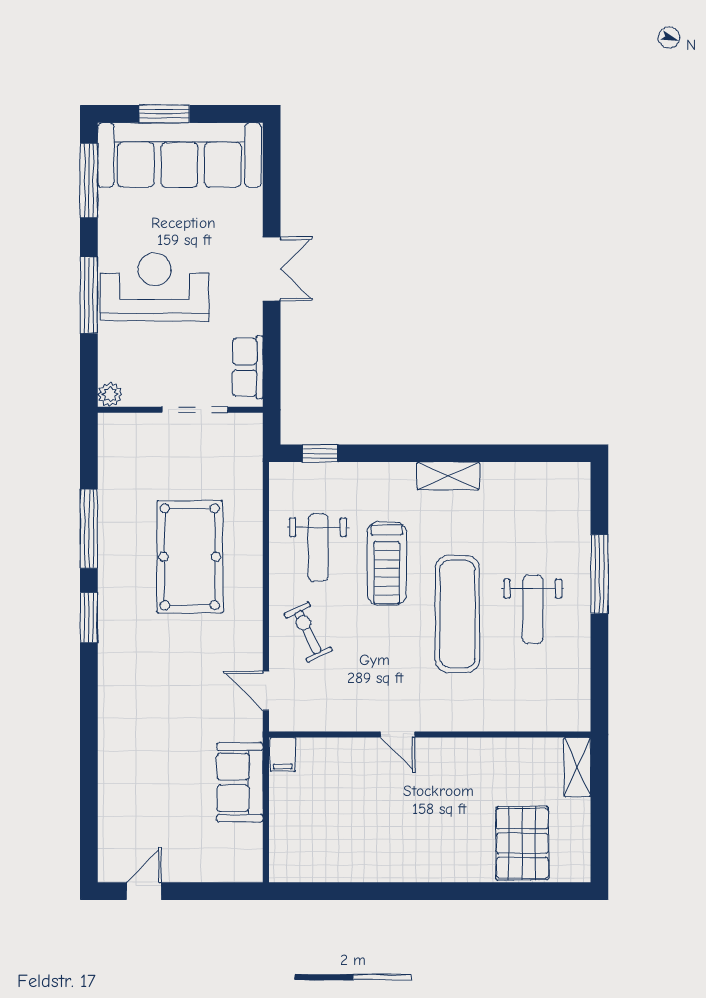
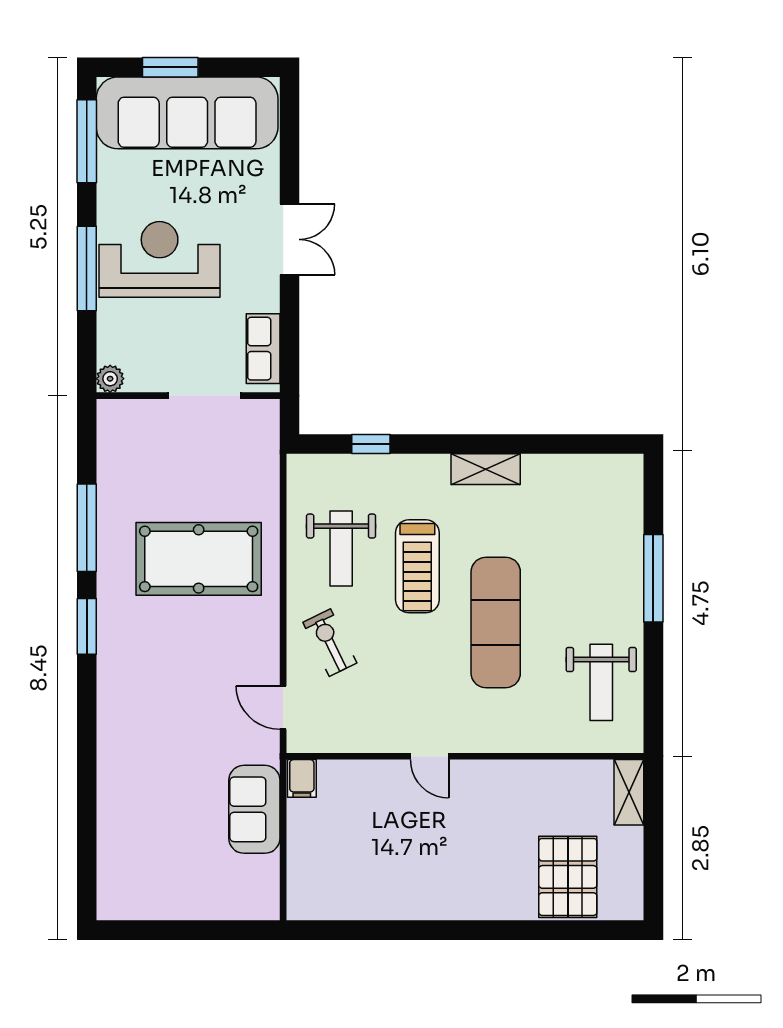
window: (320, 453) -> (371, 444), moved
pool table: (190, 557) -> (199, 559), turned 90
weight bench: (533, 609) -> (601, 682), moved
door: (144, 891) -> (148, 930), removed

